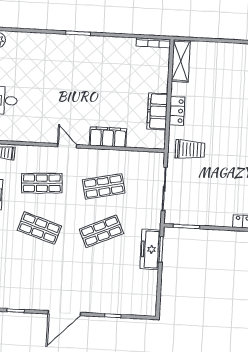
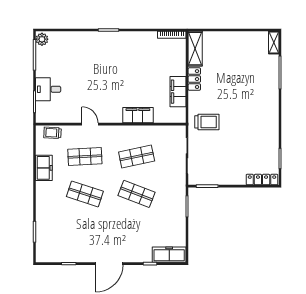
locker: (177, 111) -> (194, 79), moved
door: (67, 146) -> (90, 124), moved
shop shelf: (101, 231) -> (137, 194), turned 45
freezer: (150, 249) -> (169, 255), moved, turned 90

